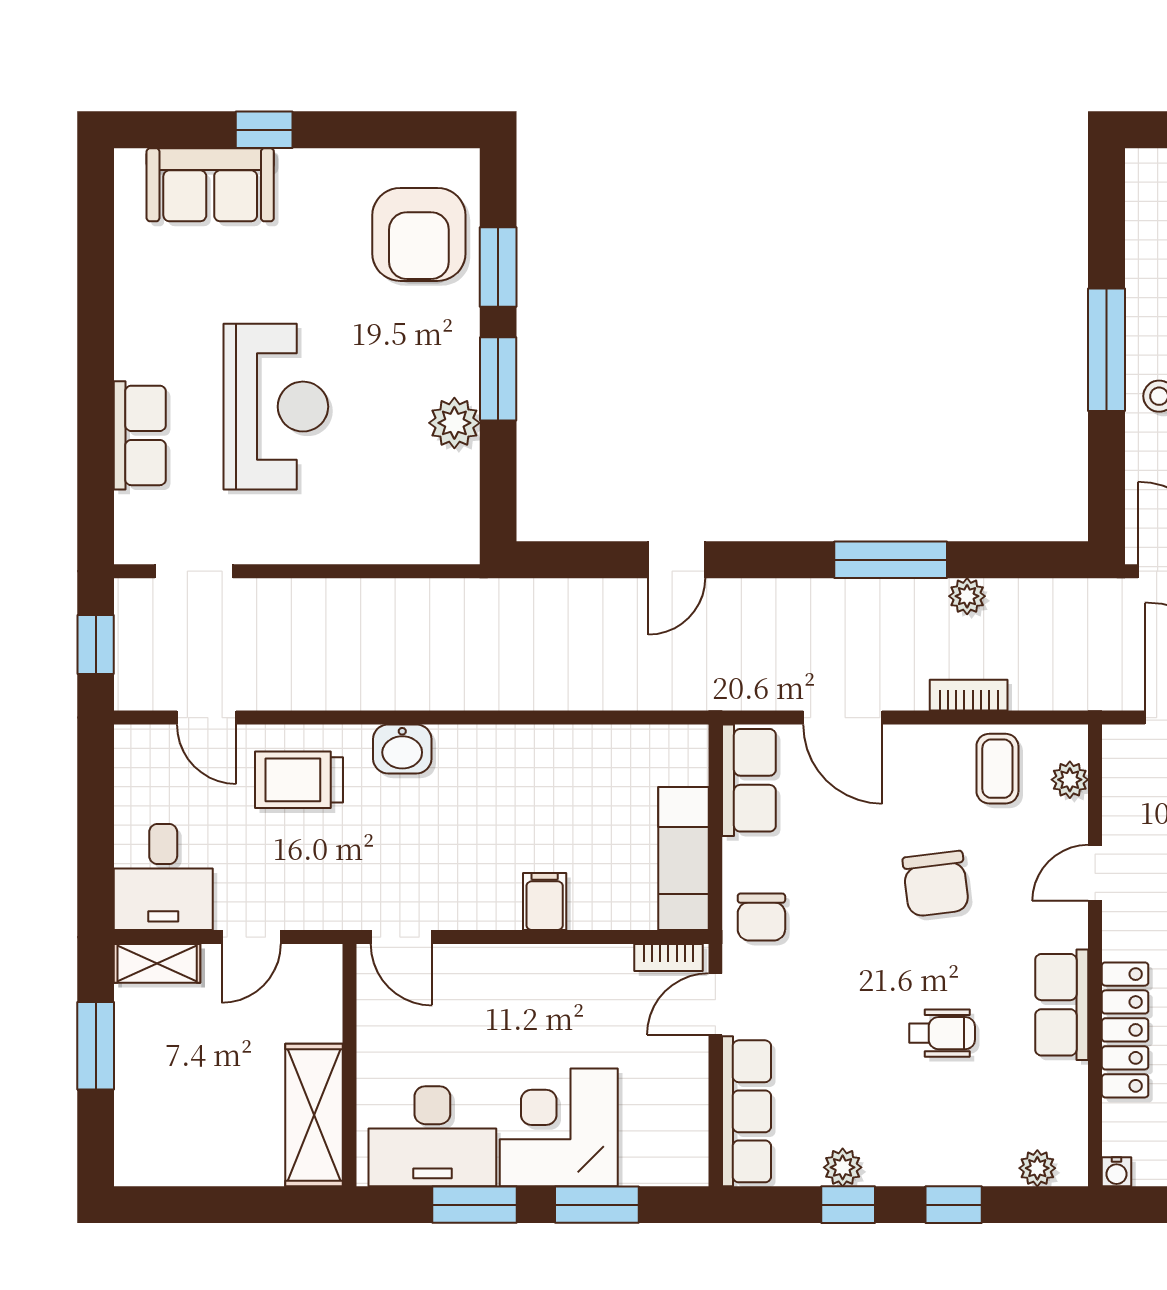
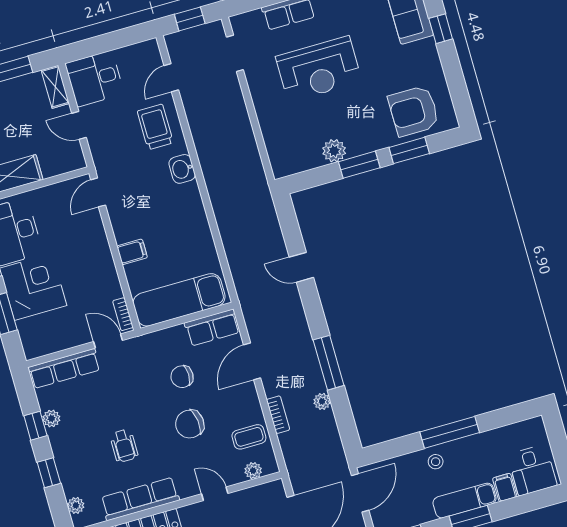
exam couch: (683, 859) -> (179, 300), width x1.36, depth x1.45
chair: (761, 917) -> (182, 377), moved
row of seats: (1062, 1005) -> (140, 499), width x1.48

